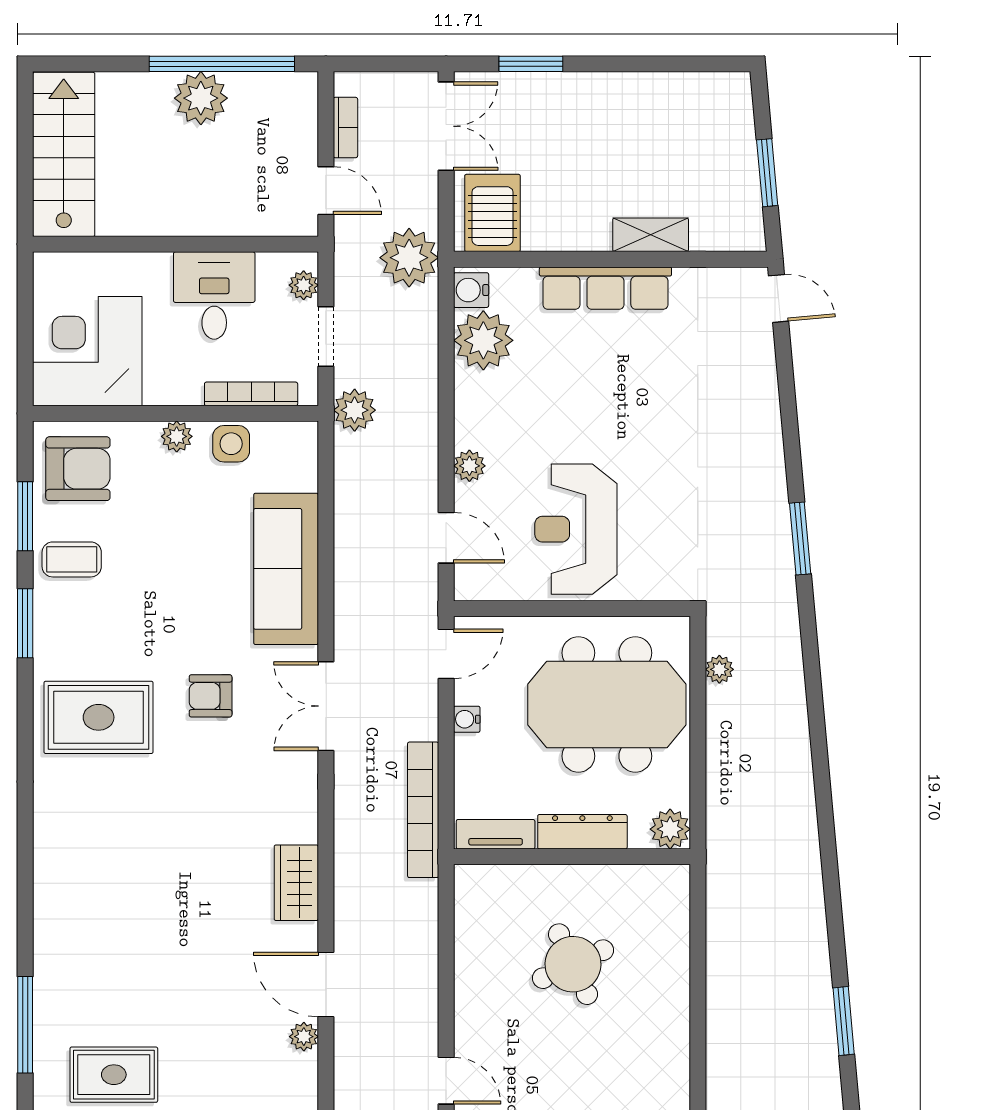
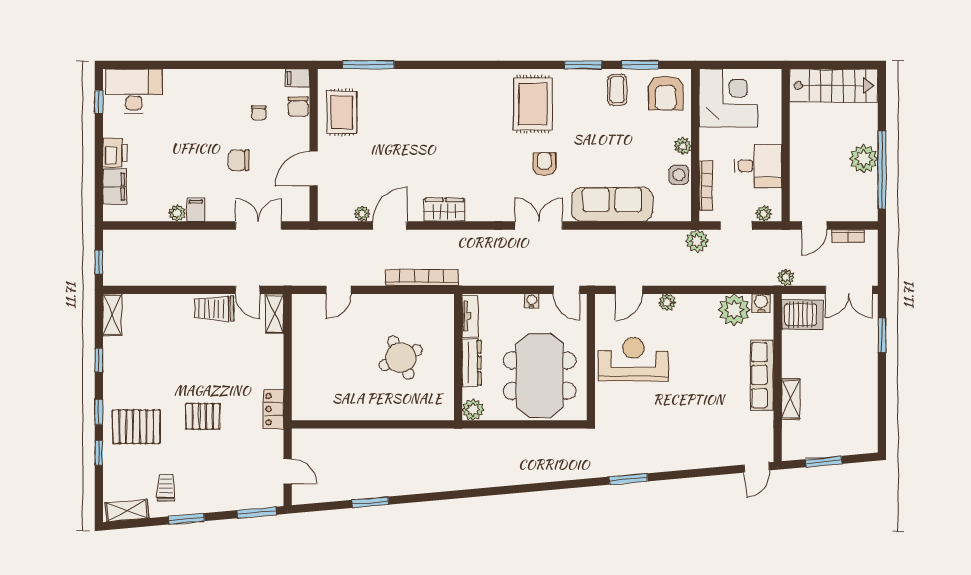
plant: (409, 258) -> (786, 277), width x0.53, depth x0.53
plant: (719, 669) -> (558, 436), removed
bookcase: (423, 810) -> (422, 278), moved

